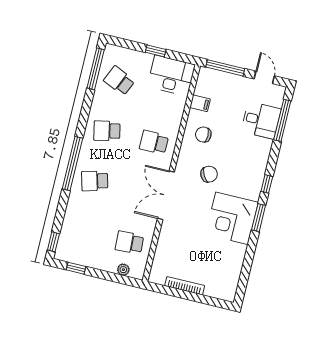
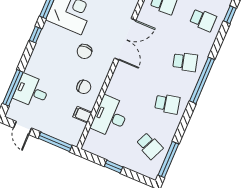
desk: (171, 76) -> (110, 117), moved, turned 90
school desk: (154, 142) -> (203, 20), moved
chair: (209, 174) -> (84, 51), turned -61

